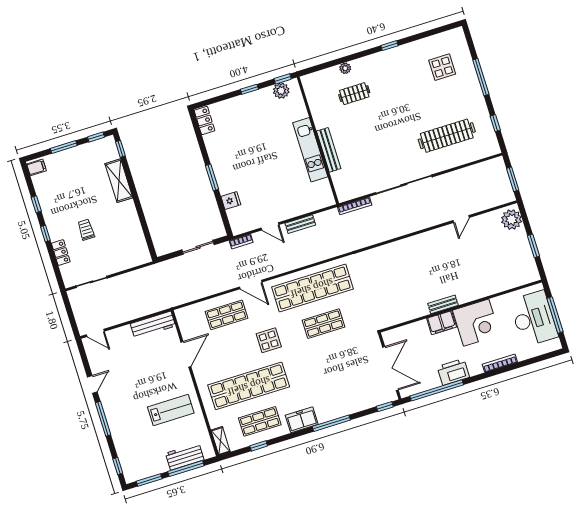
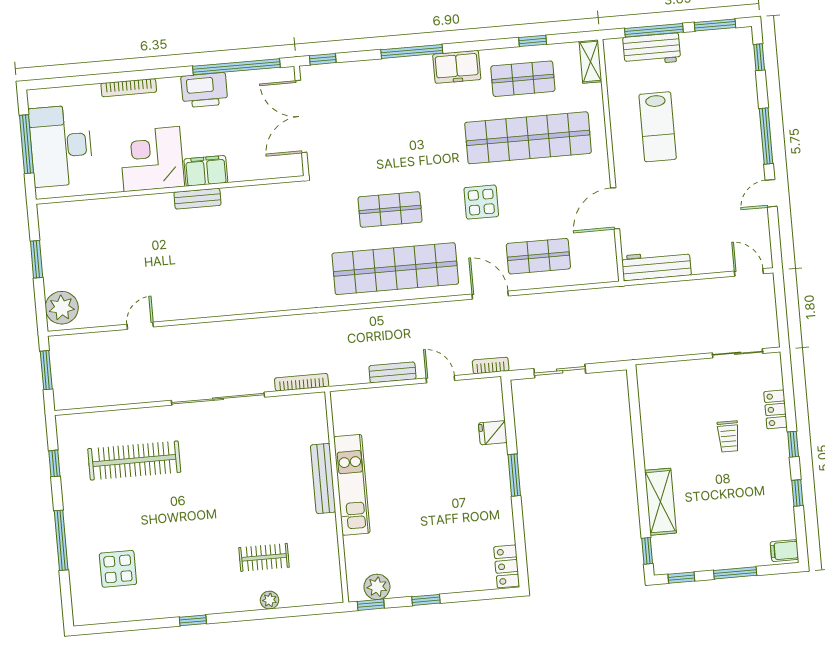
lab bench: (171, 410) -> (658, 127), turned -90

